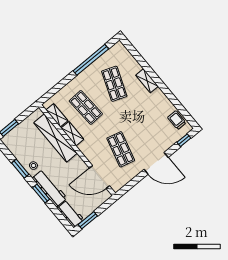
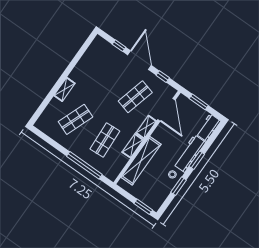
window: (91, 60) -> (84, 165), moved
shelving: (57, 115) -> (146, 127), moved
trolley: (177, 120) -> (94, 52), removed
window: (184, 140) -> (119, 46), moved
window: (133, 182) -> (163, 77), added
window: (88, 220) -> (199, 102), moved

